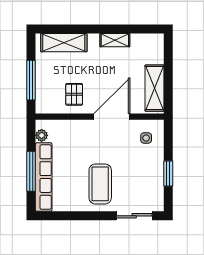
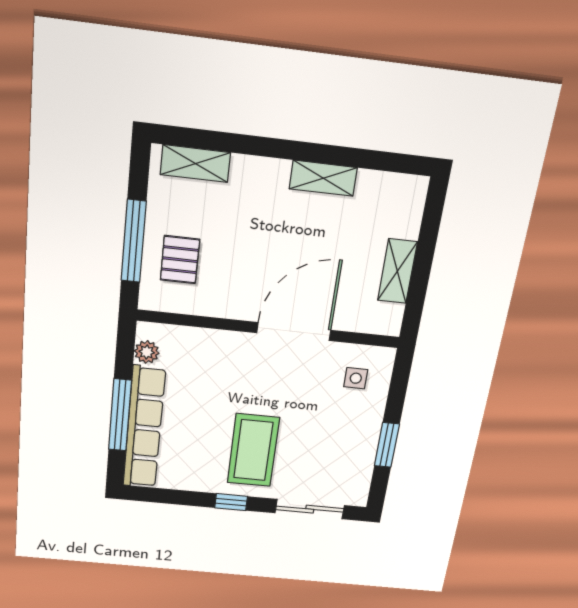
shelving: (64, 43) -> (195, 164), width x0.67, depth x0.75
shelving: (155, 88) -> (397, 271), width x0.67, depth x0.75
pallet: (74, 94) -> (180, 260), moved
window: (92, 216) -> (231, 502), added

